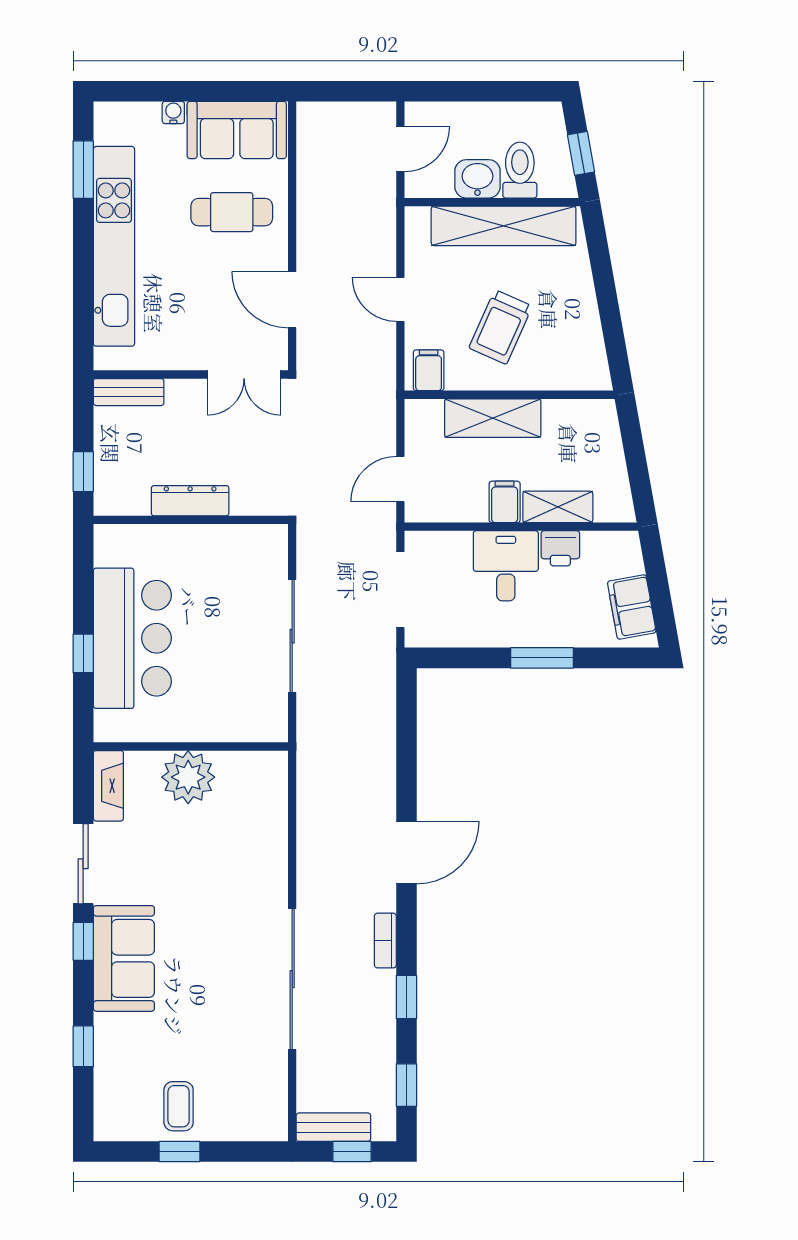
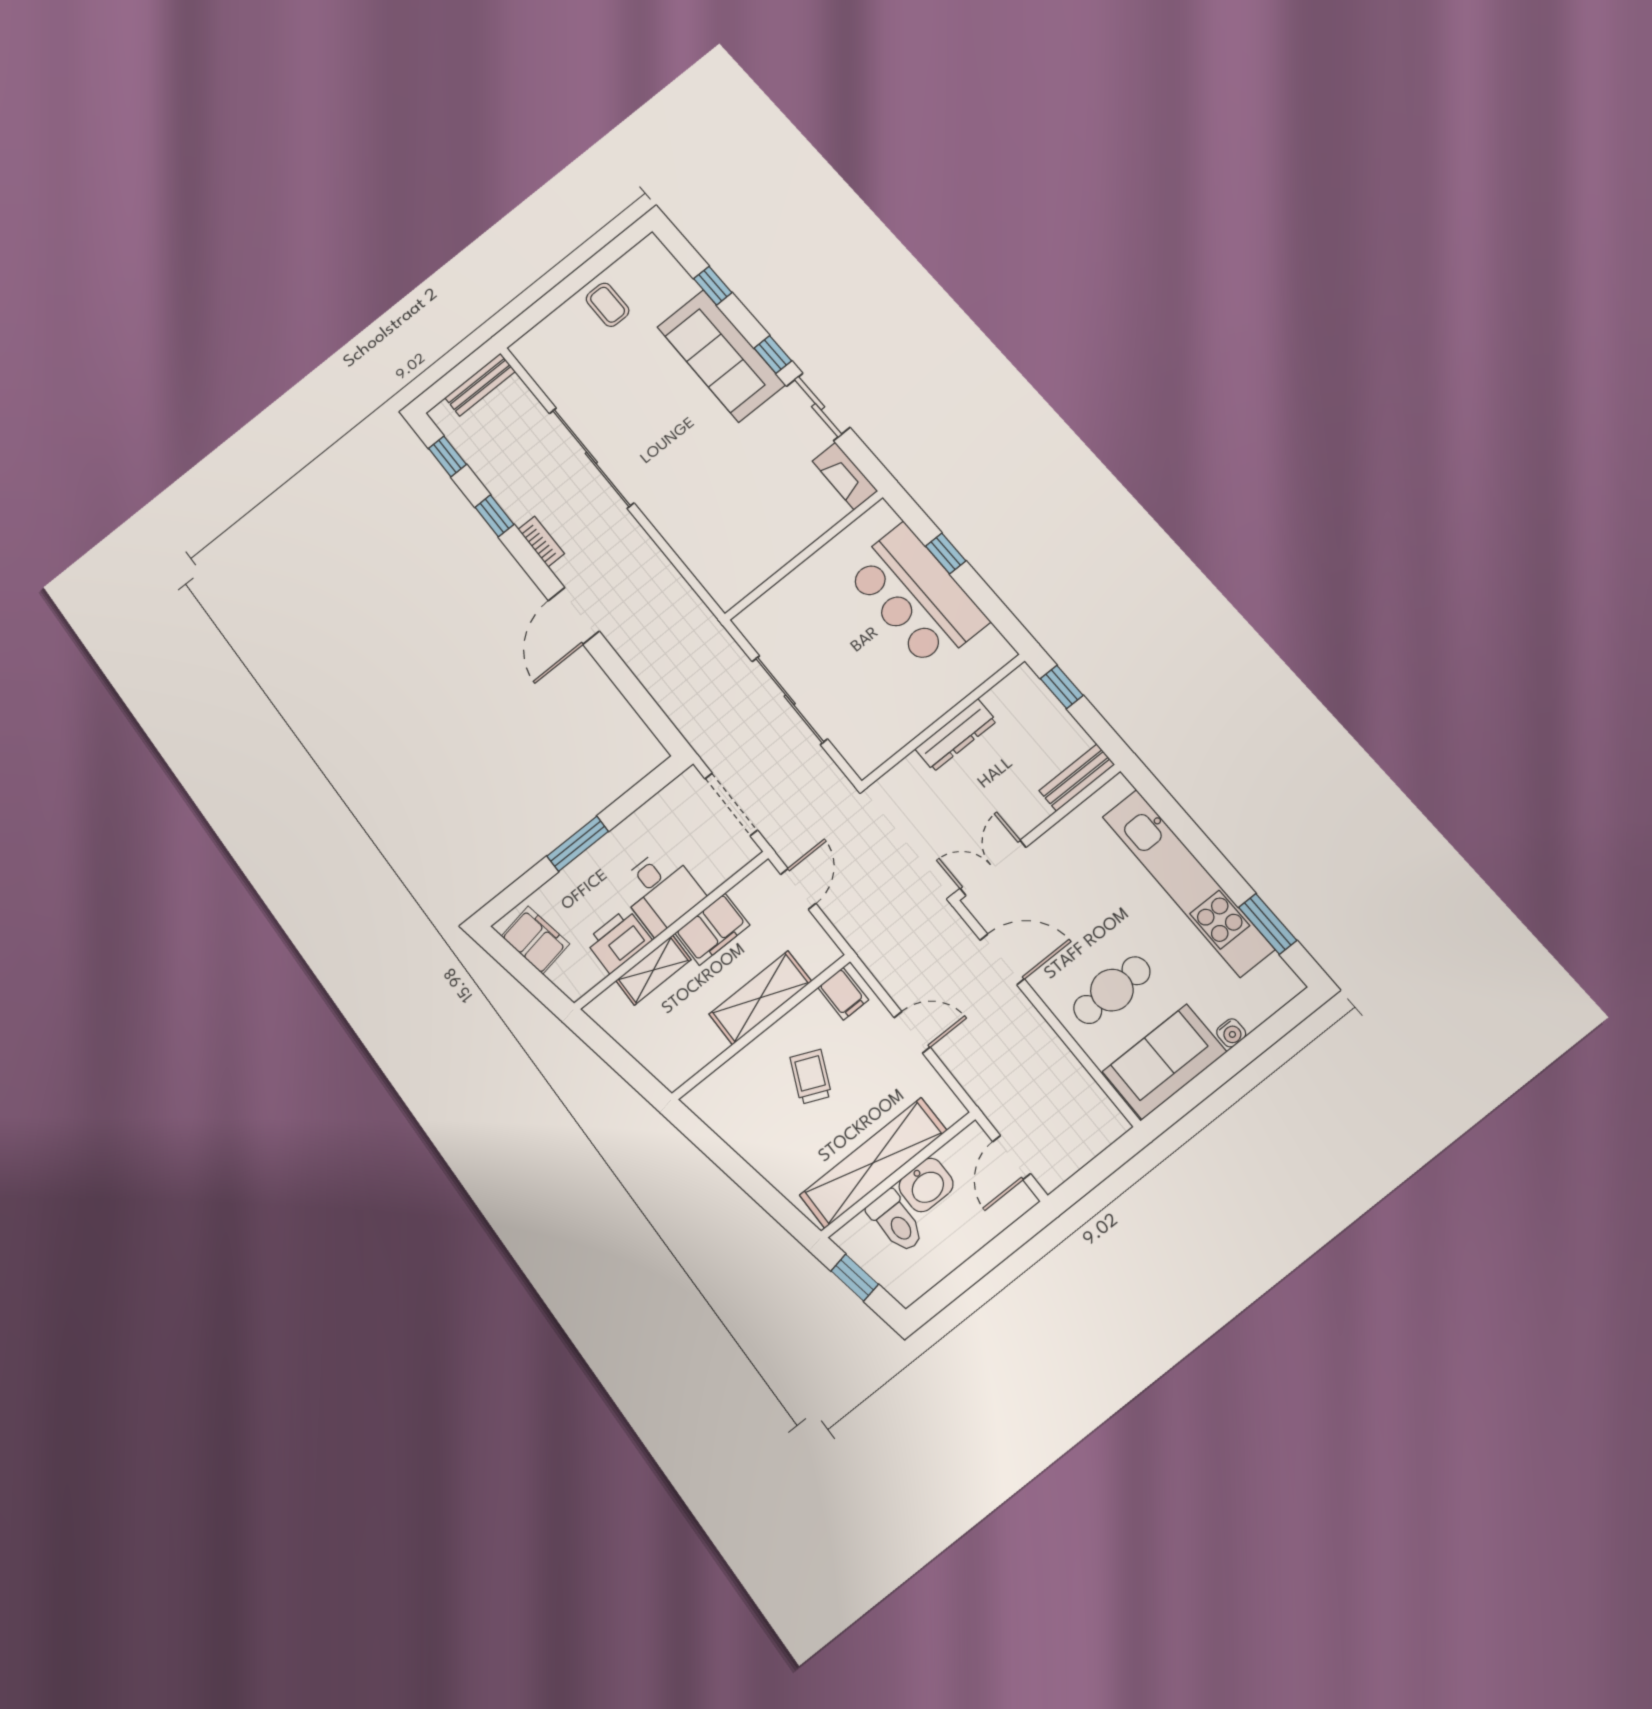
trolley: (501, 327) -> (811, 1077), width x0.73, depth x0.72
filing cabinet: (505, 502) -> (712, 929), width x2.00
printer: (560, 548) -> (619, 941), width x1.36, depth x1.24
plant: (188, 777) -> (787, 532), removed
sofa: (124, 958) -> (721, 356), width x1.36
window: (179, 1152) -> (582, 276), removed
window: (352, 1152) -> (453, 380), removed

